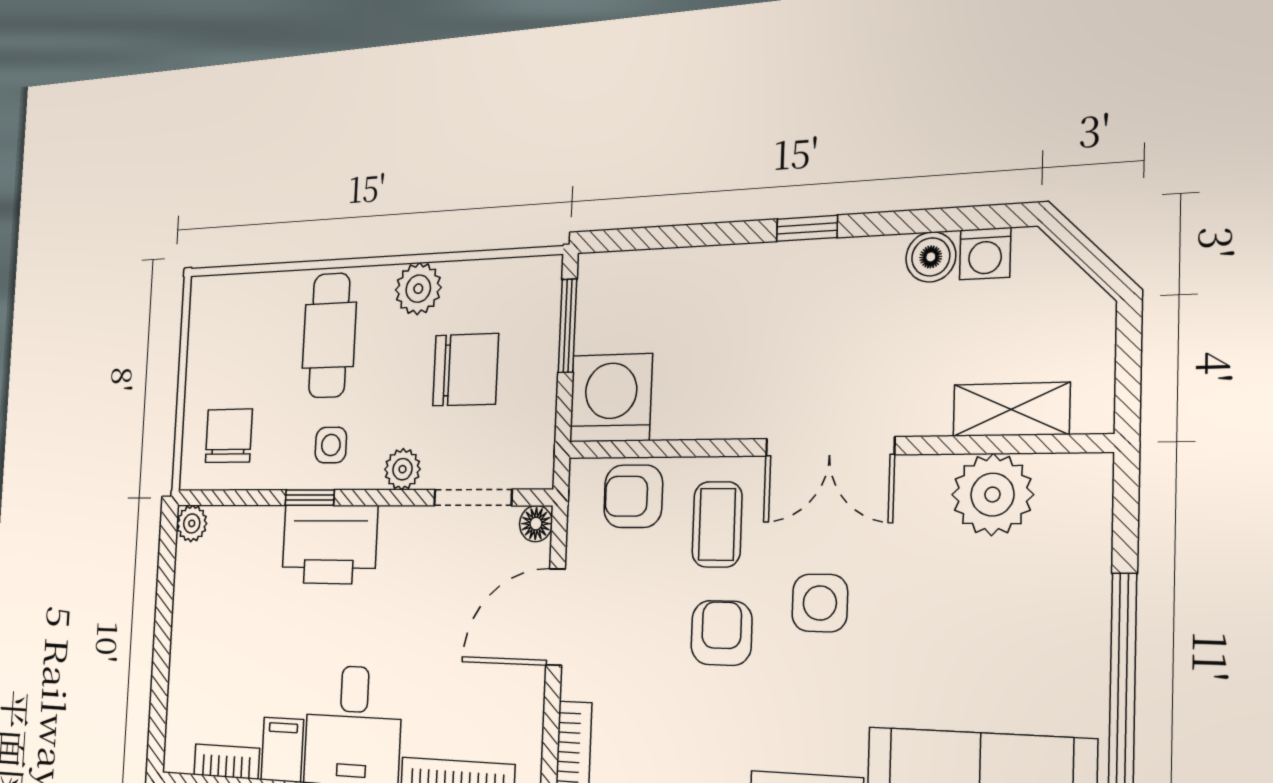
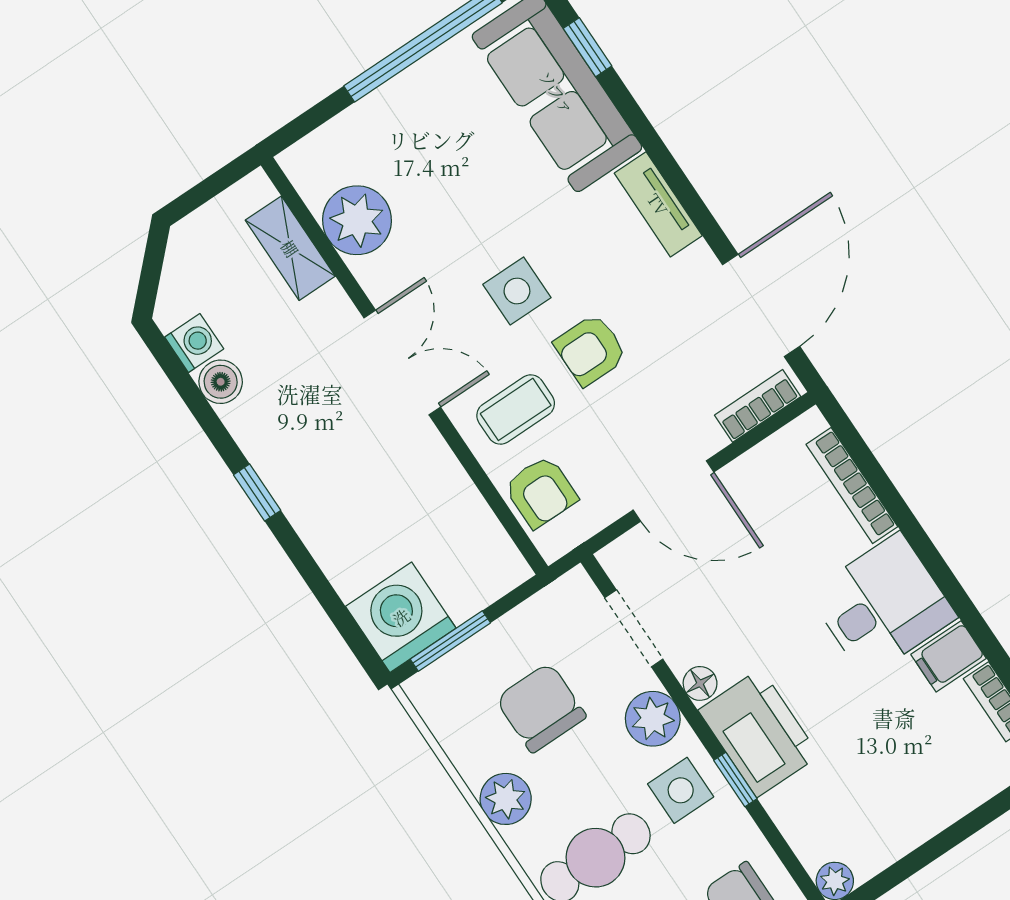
washing machine: (611, 398) -> (401, 617), moved, turned 90
side table: (331, 445) -> (681, 790), width x1.37, depth x1.37
plant: (402, 469) -> (653, 719), width x1.38, depth x1.38
floor lamp: (536, 524) -> (700, 683), moved

